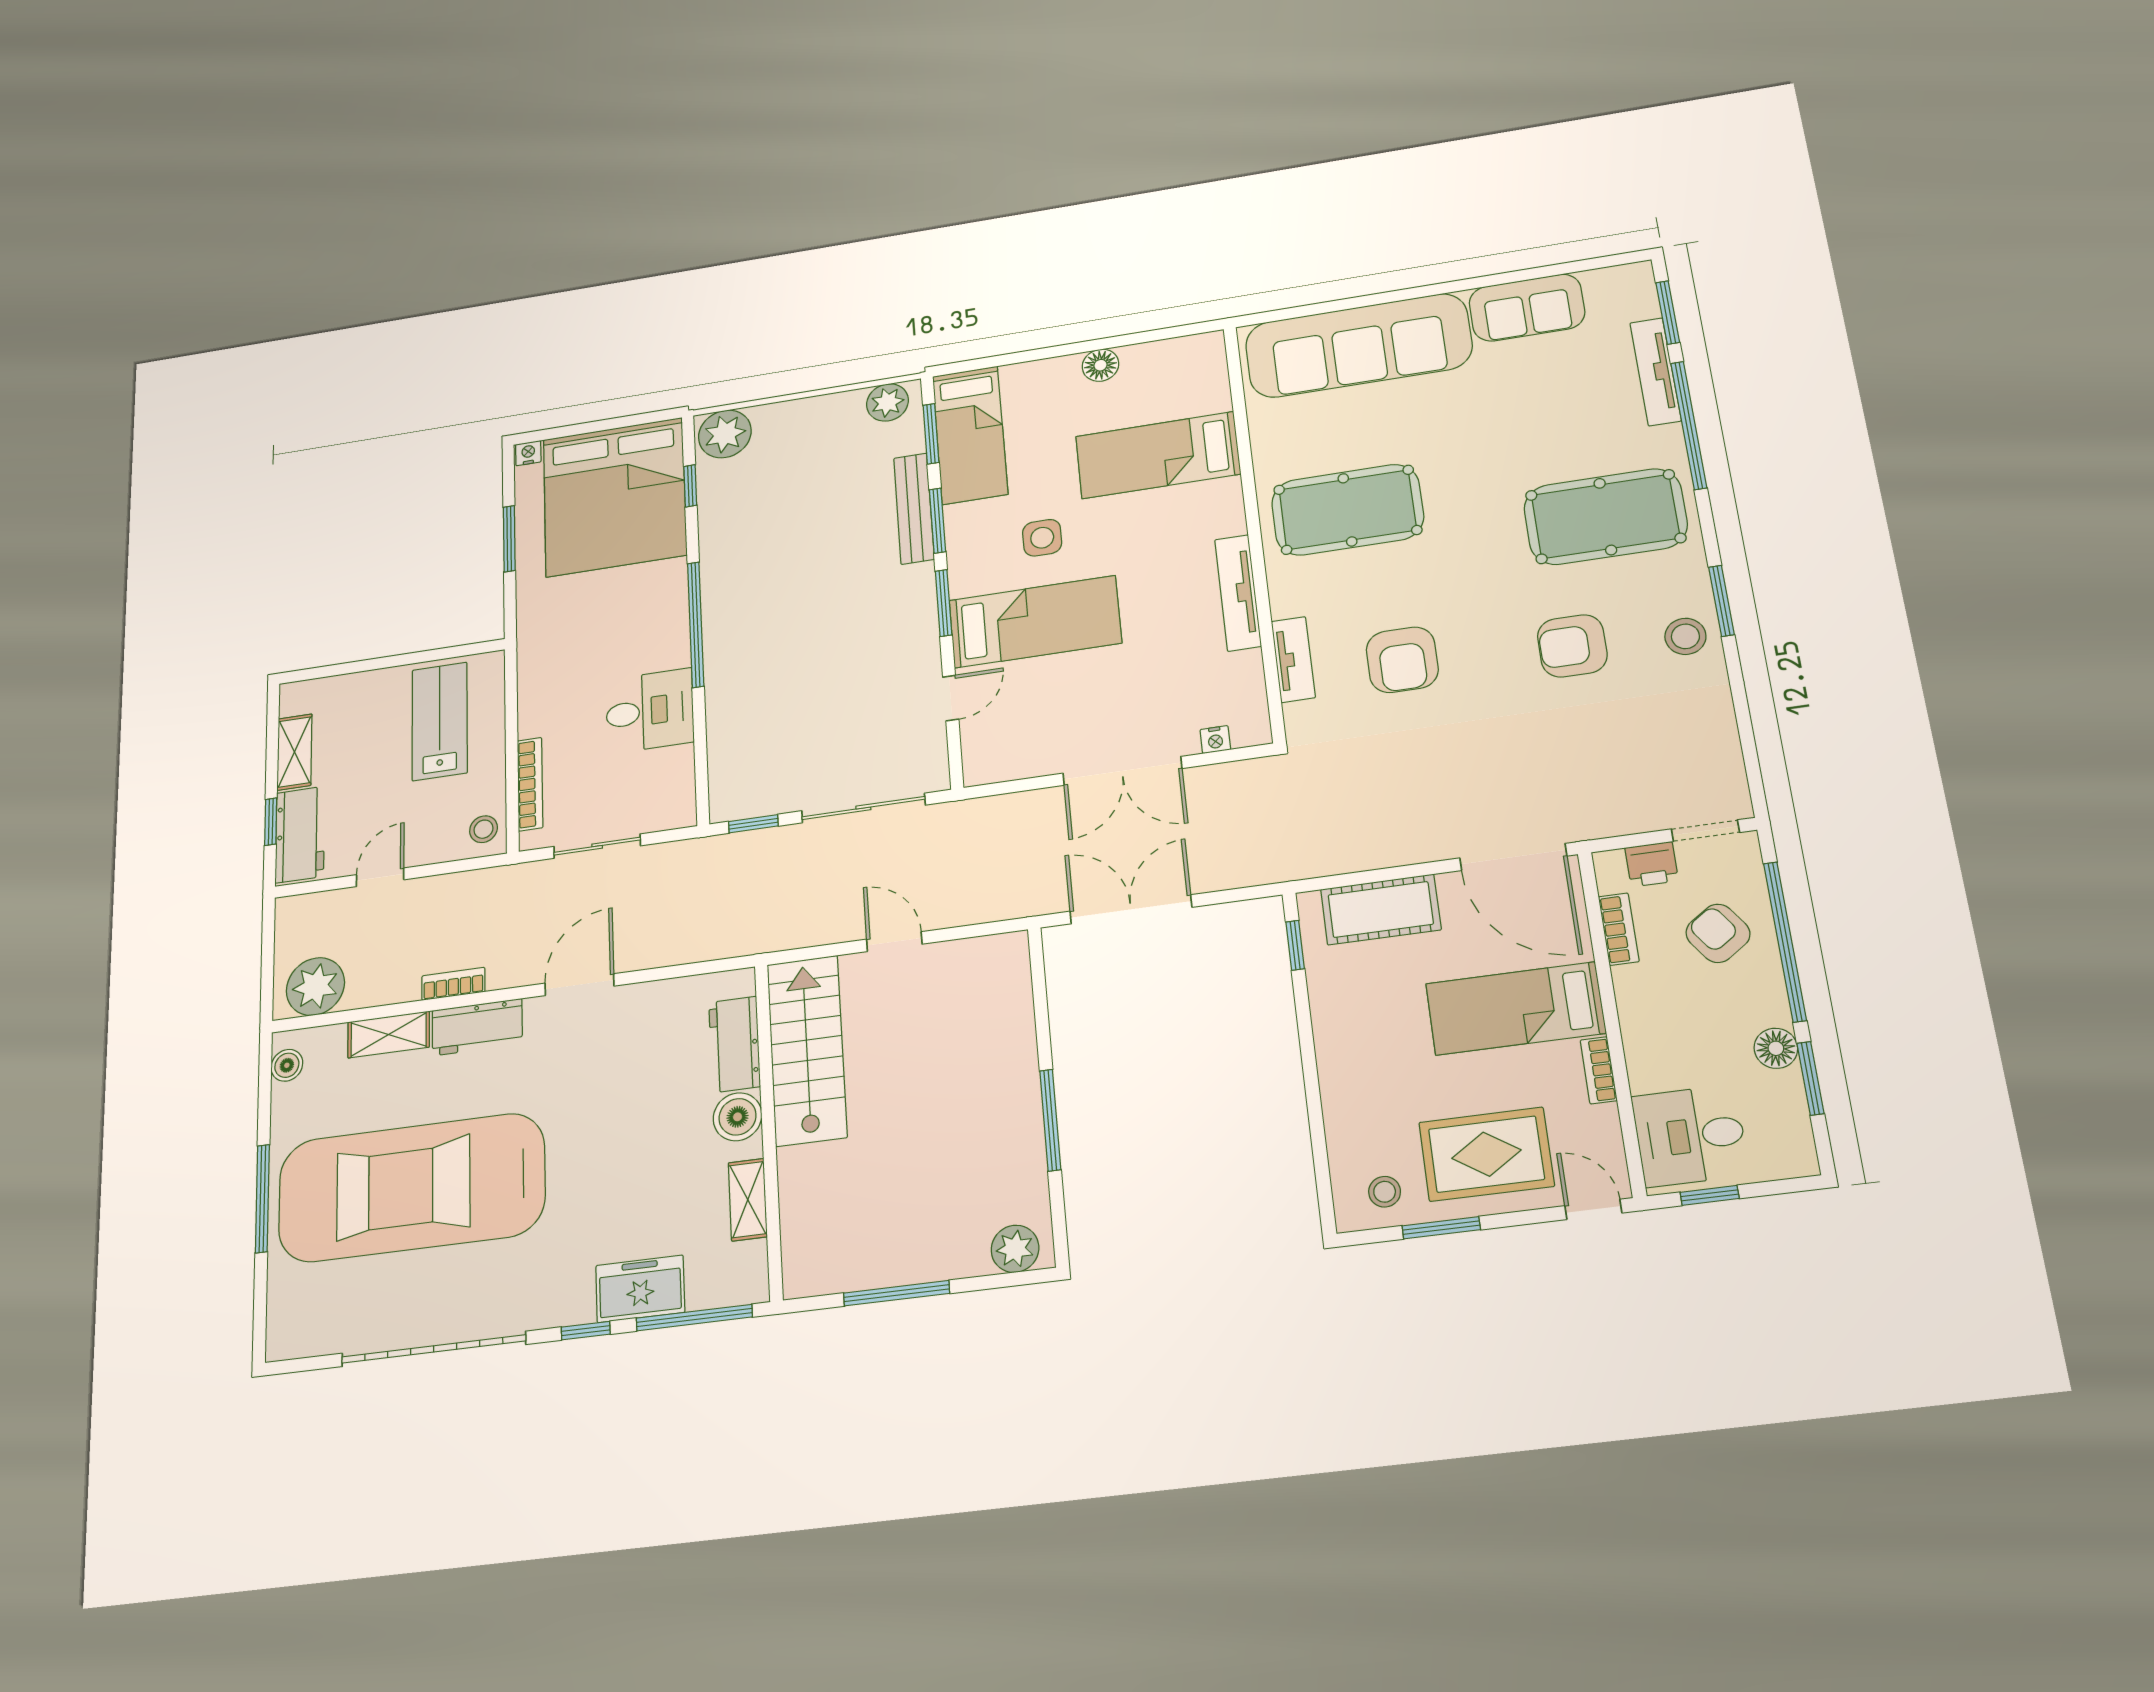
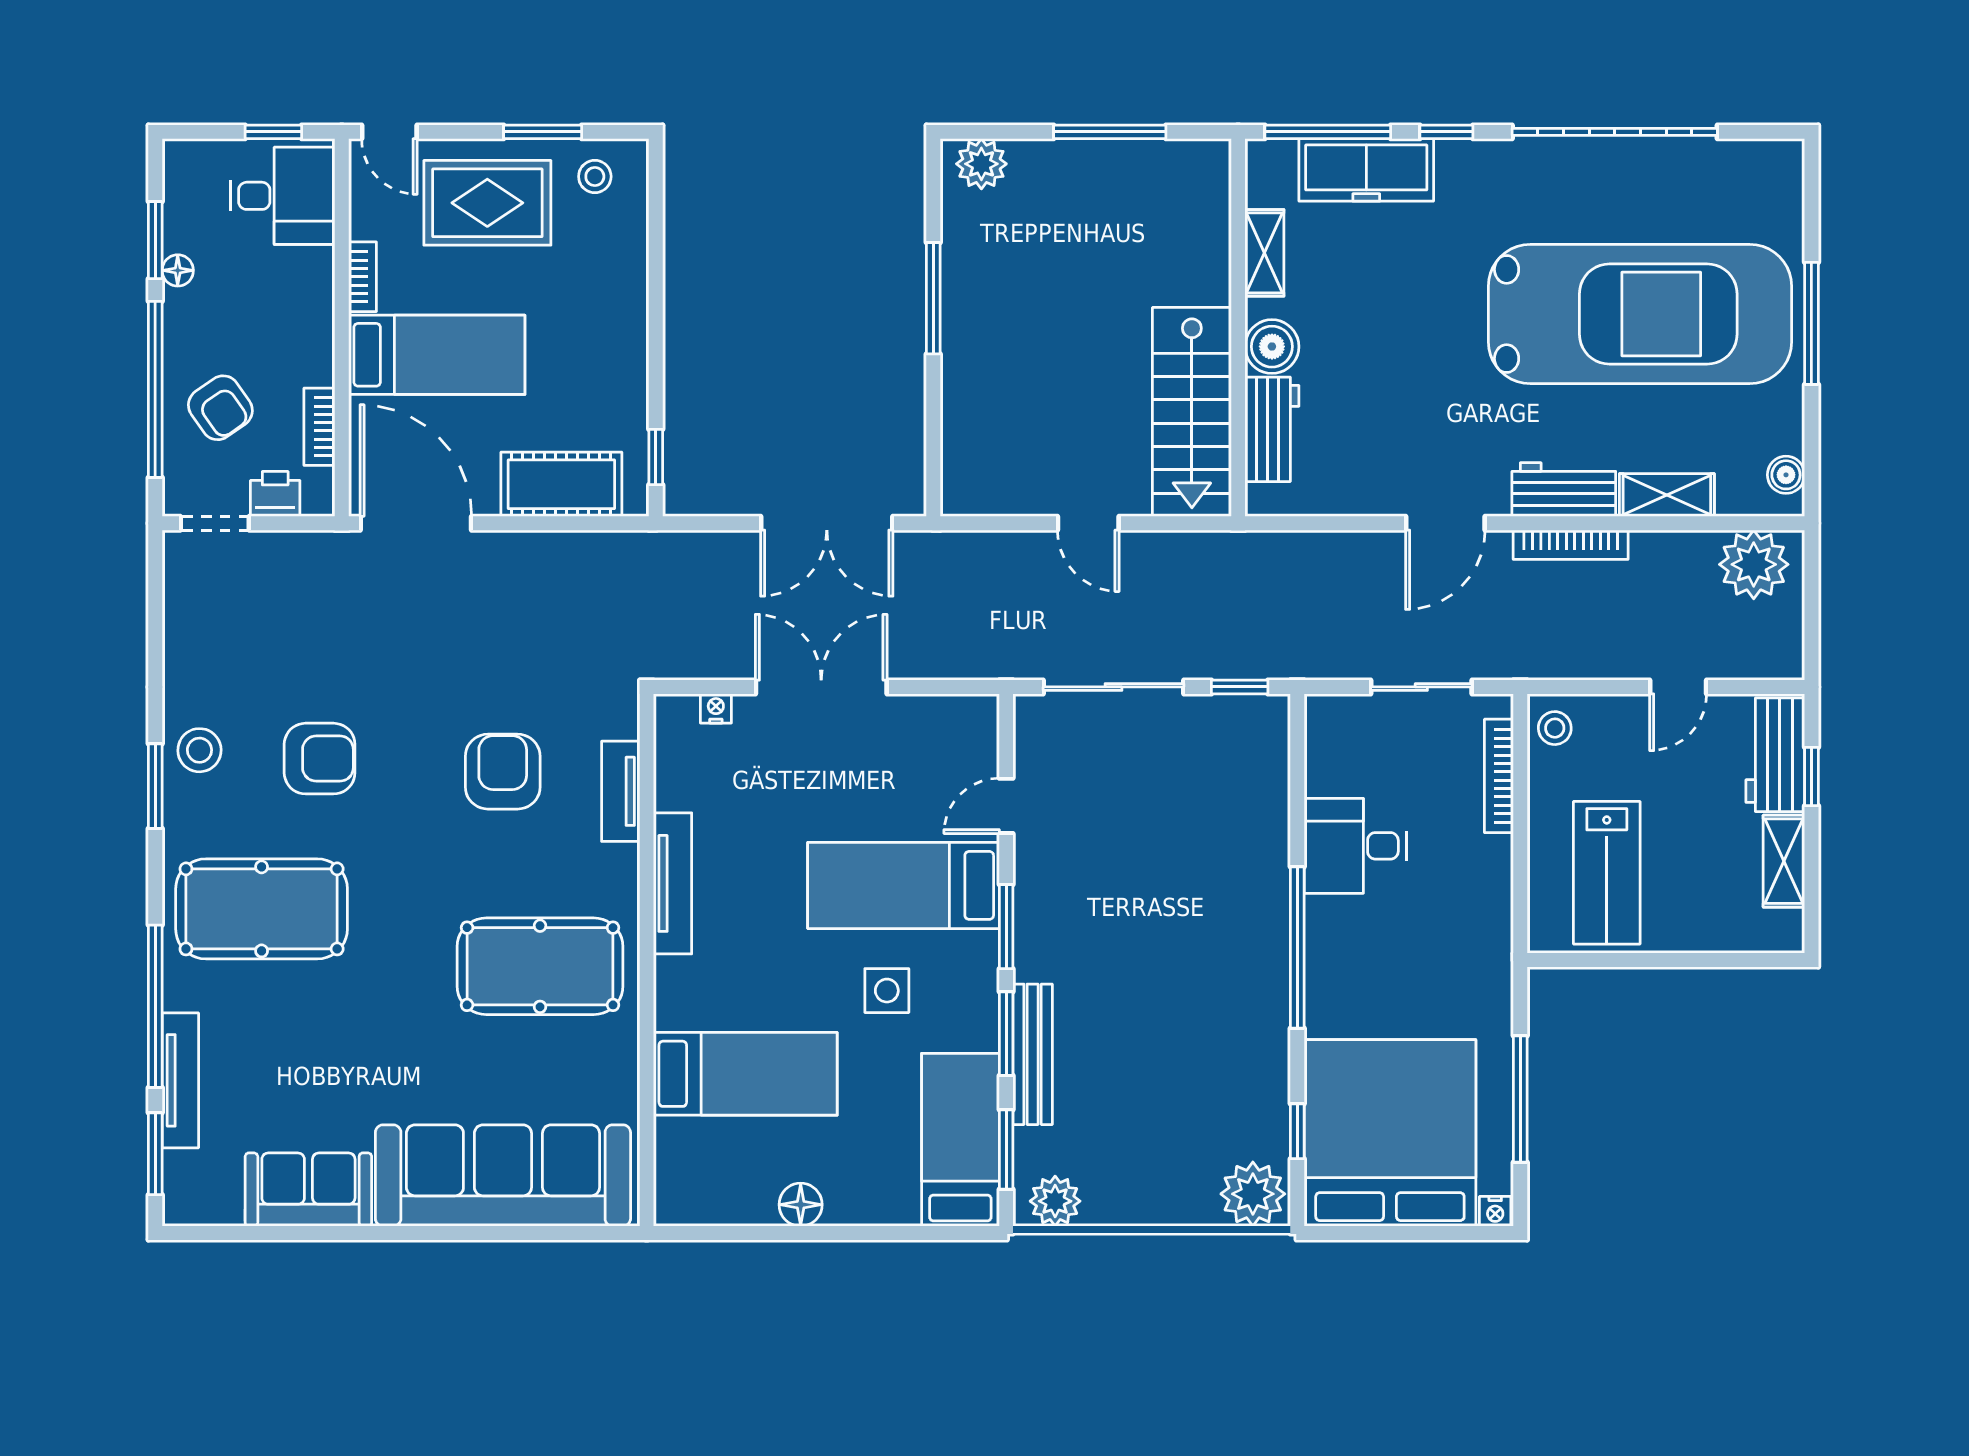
window: (509, 539) -> (1520, 1099), width x1.44
bookcase: (453, 984) -> (1571, 545), width x1.56
floor lamp: (1776, 1048) -> (178, 270), width x0.73, depth x0.73
freezer: (640, 1289) -> (1366, 170), width x1.40

